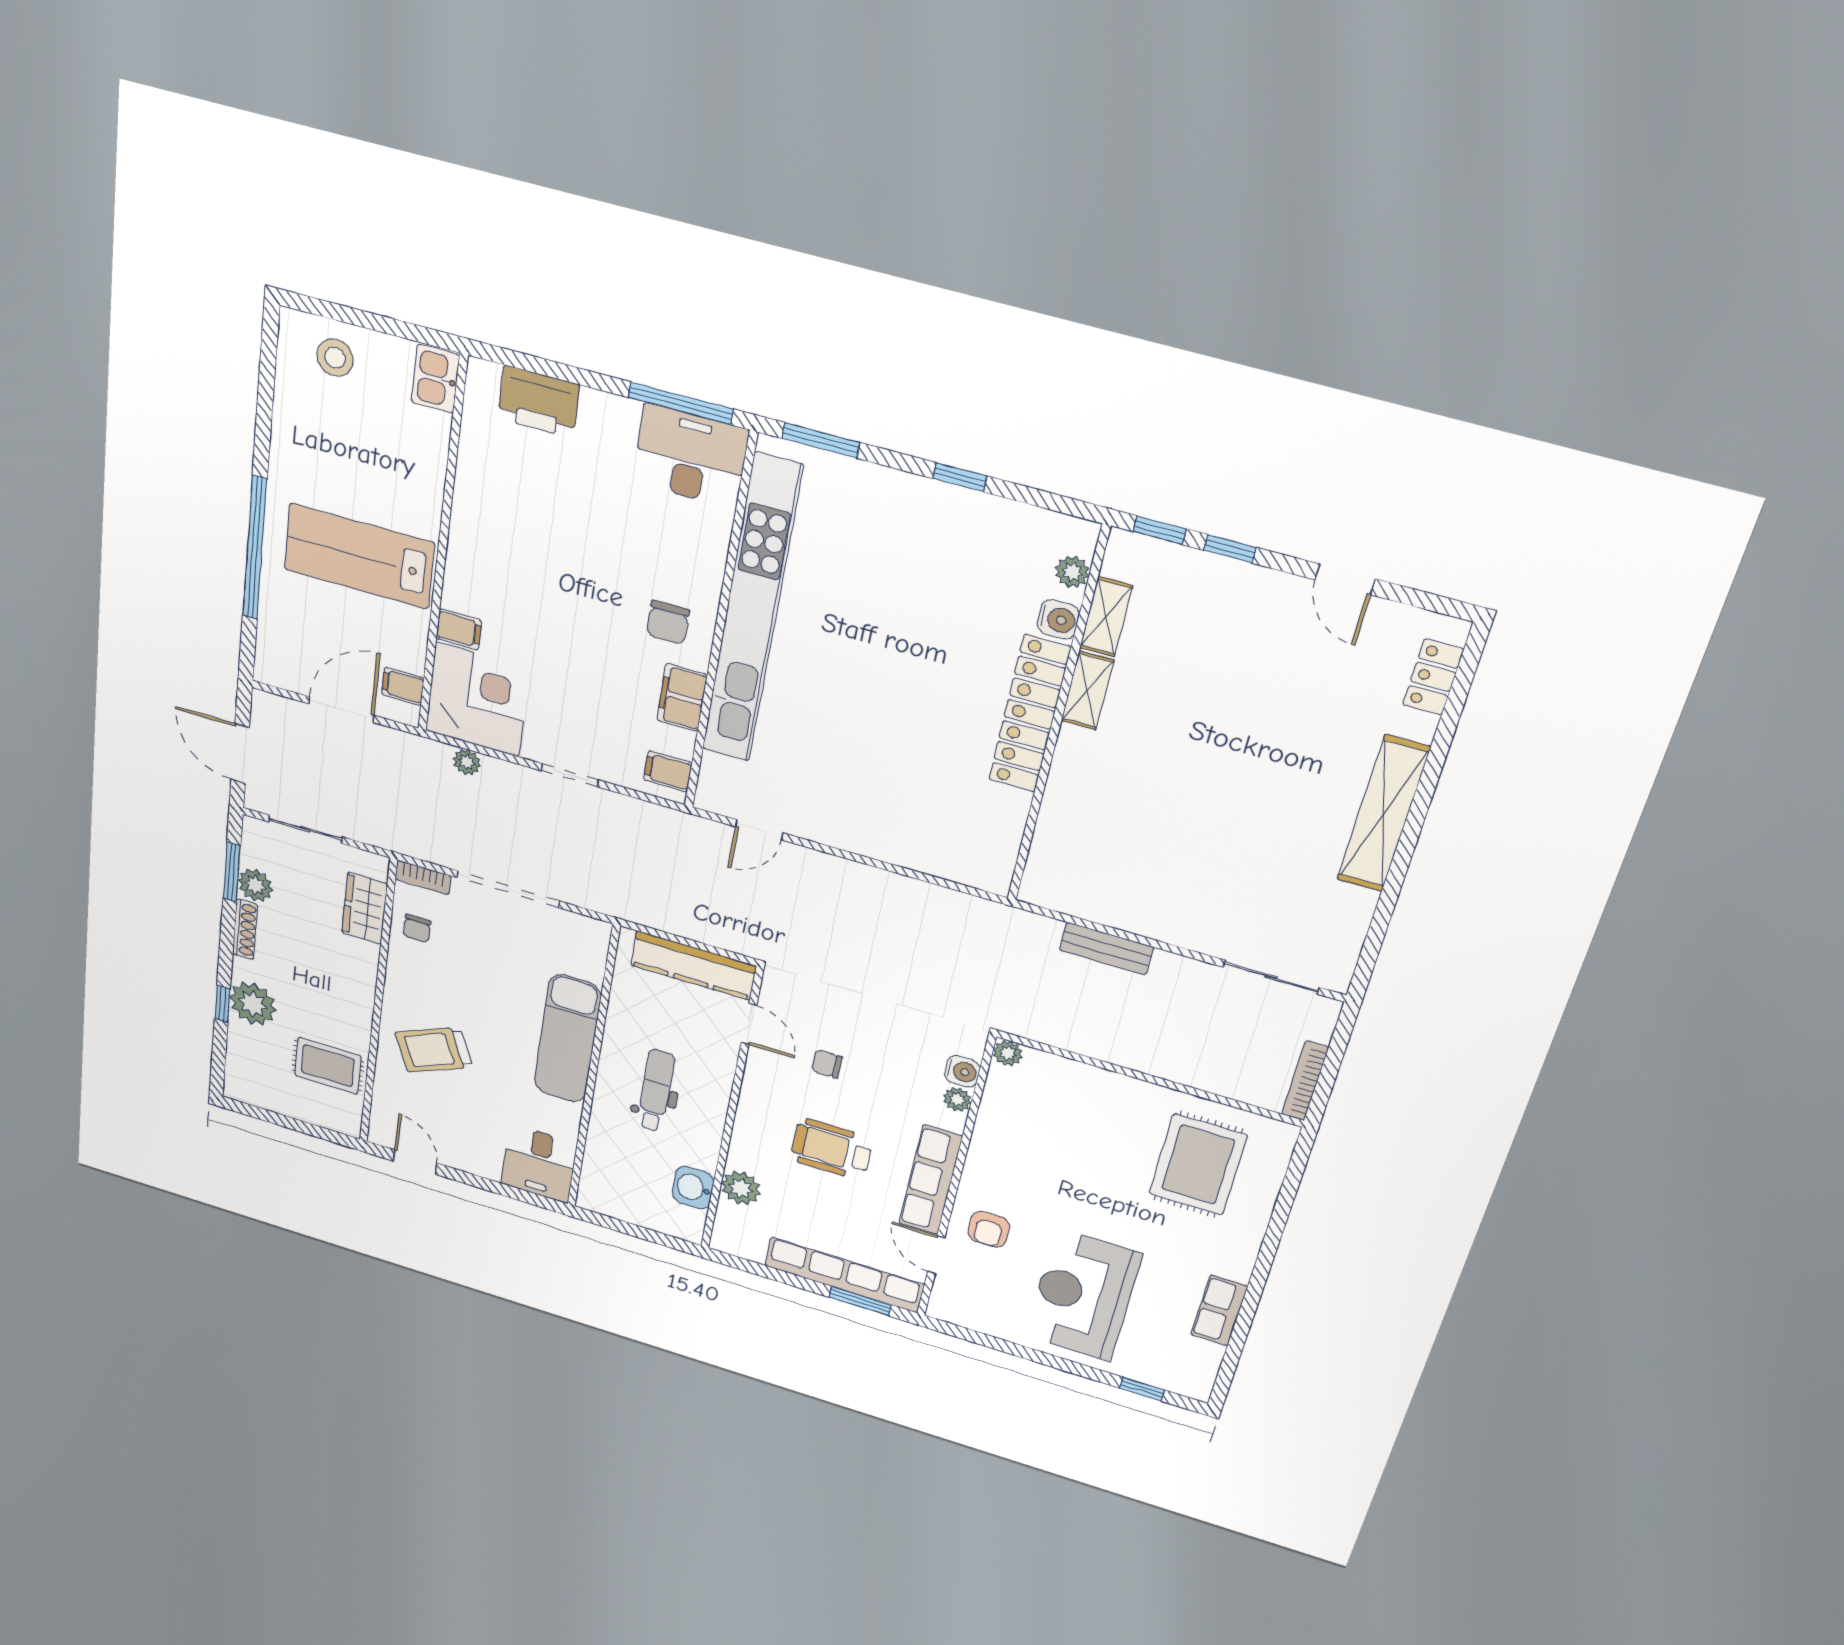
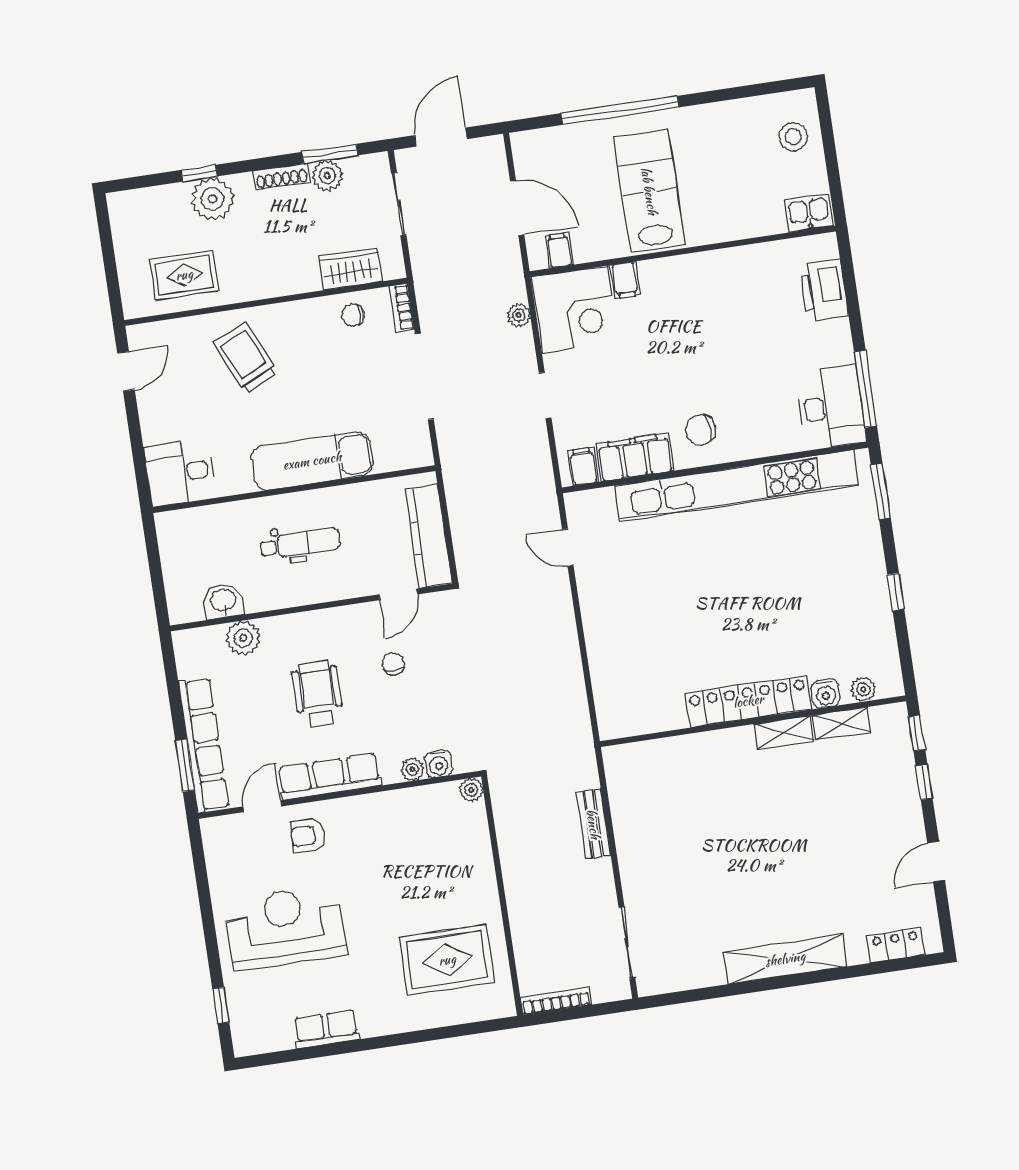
filing cabinet: (682, 698) -> (635, 457), width x1.50, depth x1.17
rug: (328, 1066) -> (184, 275), turned 90

